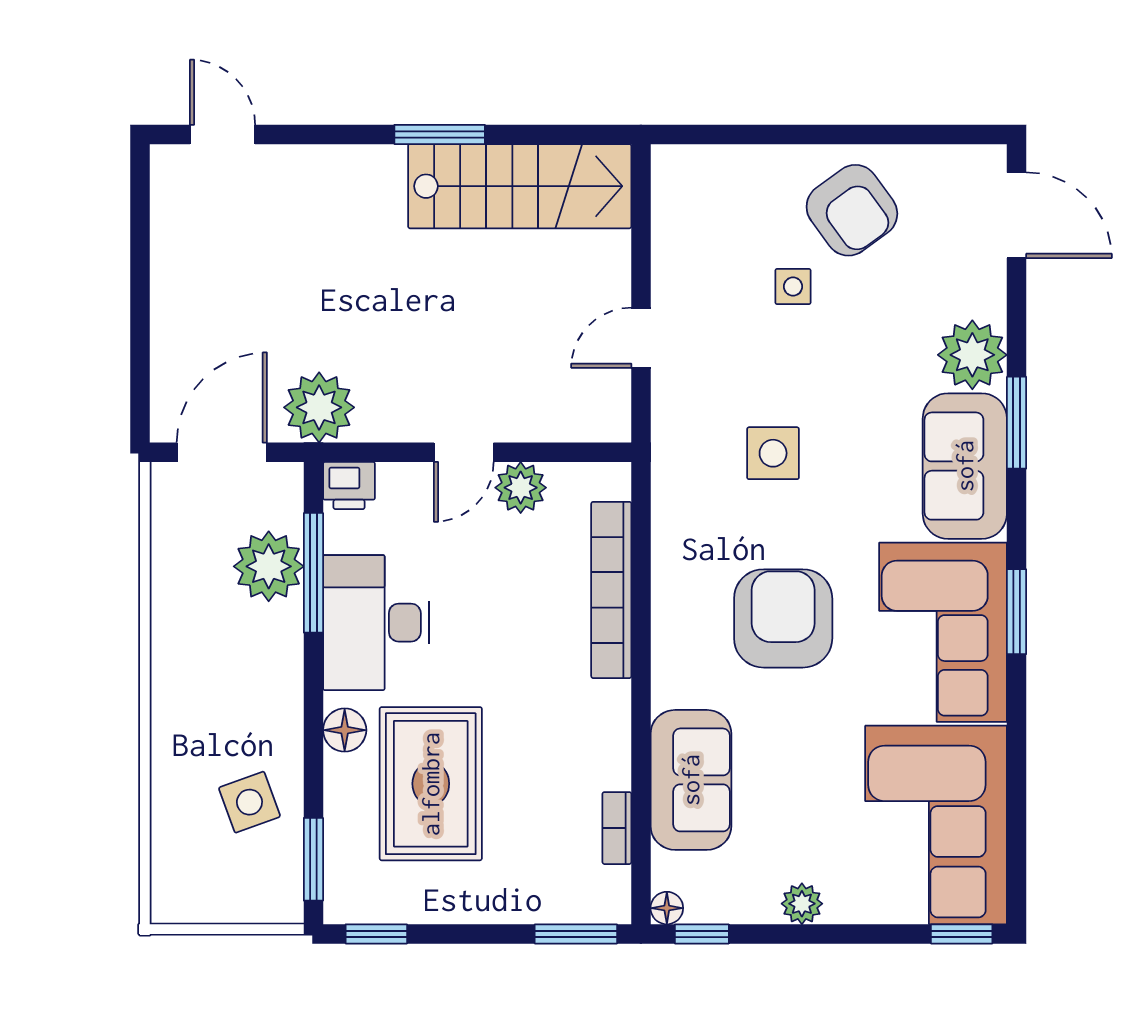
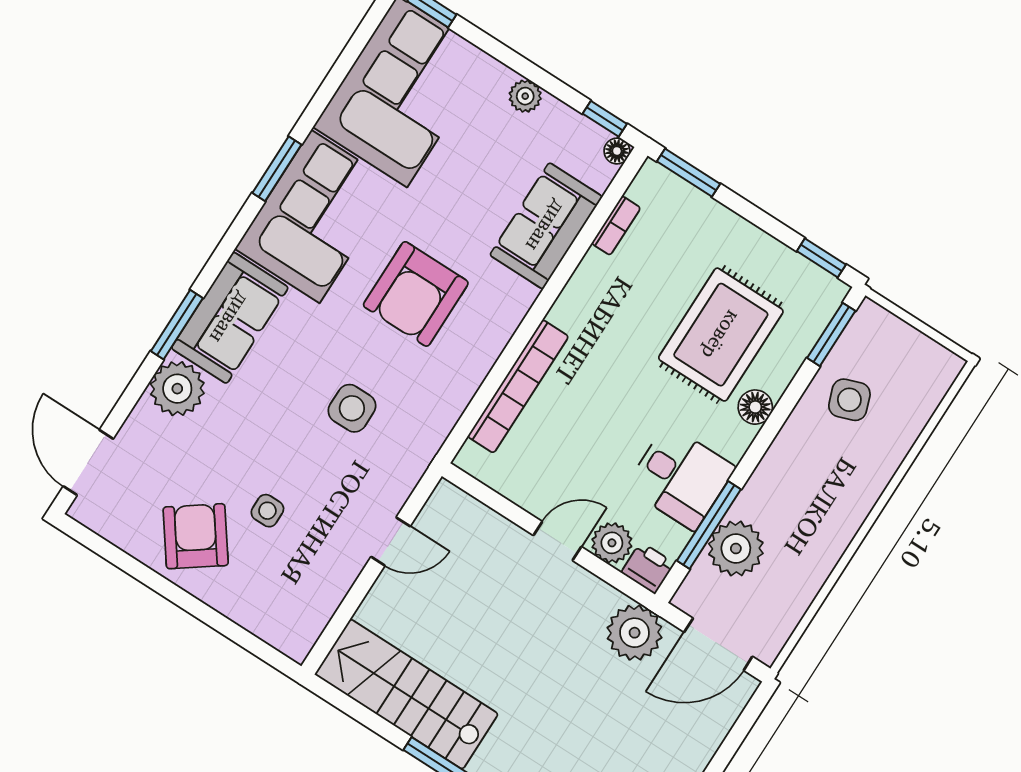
plant: (521, 488) -> (612, 543), moved
window: (1017, 612) -> (277, 169), moved
desk: (376, 623) -> (681, 477), width x0.73

